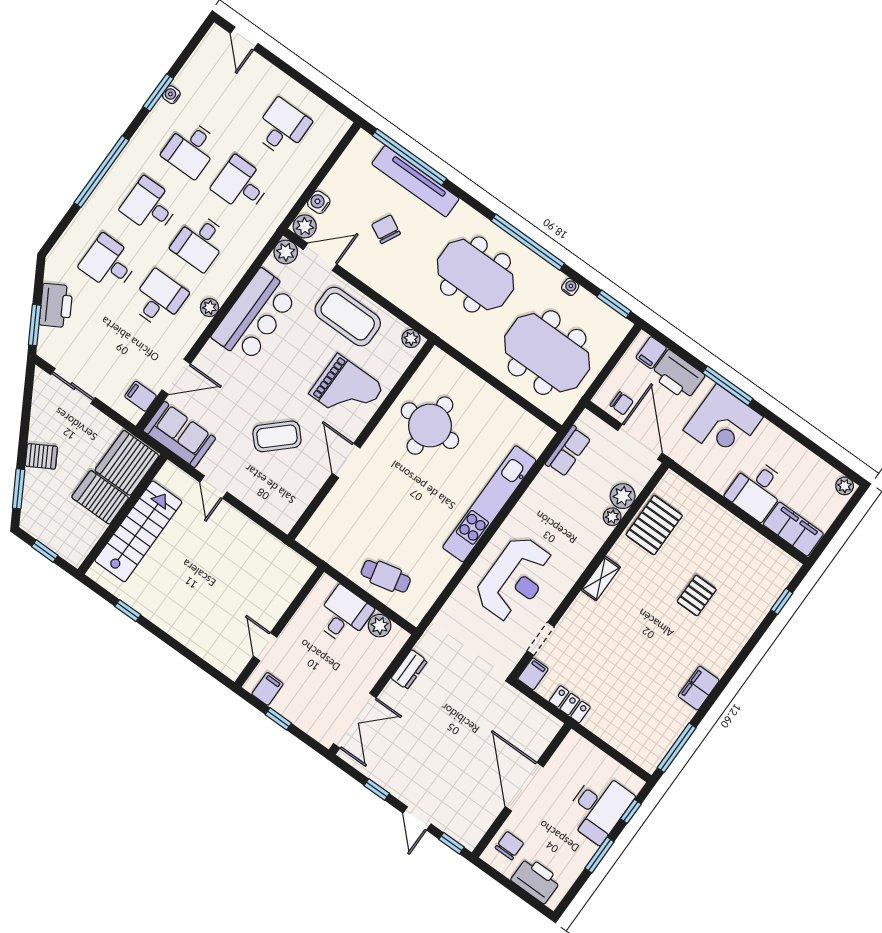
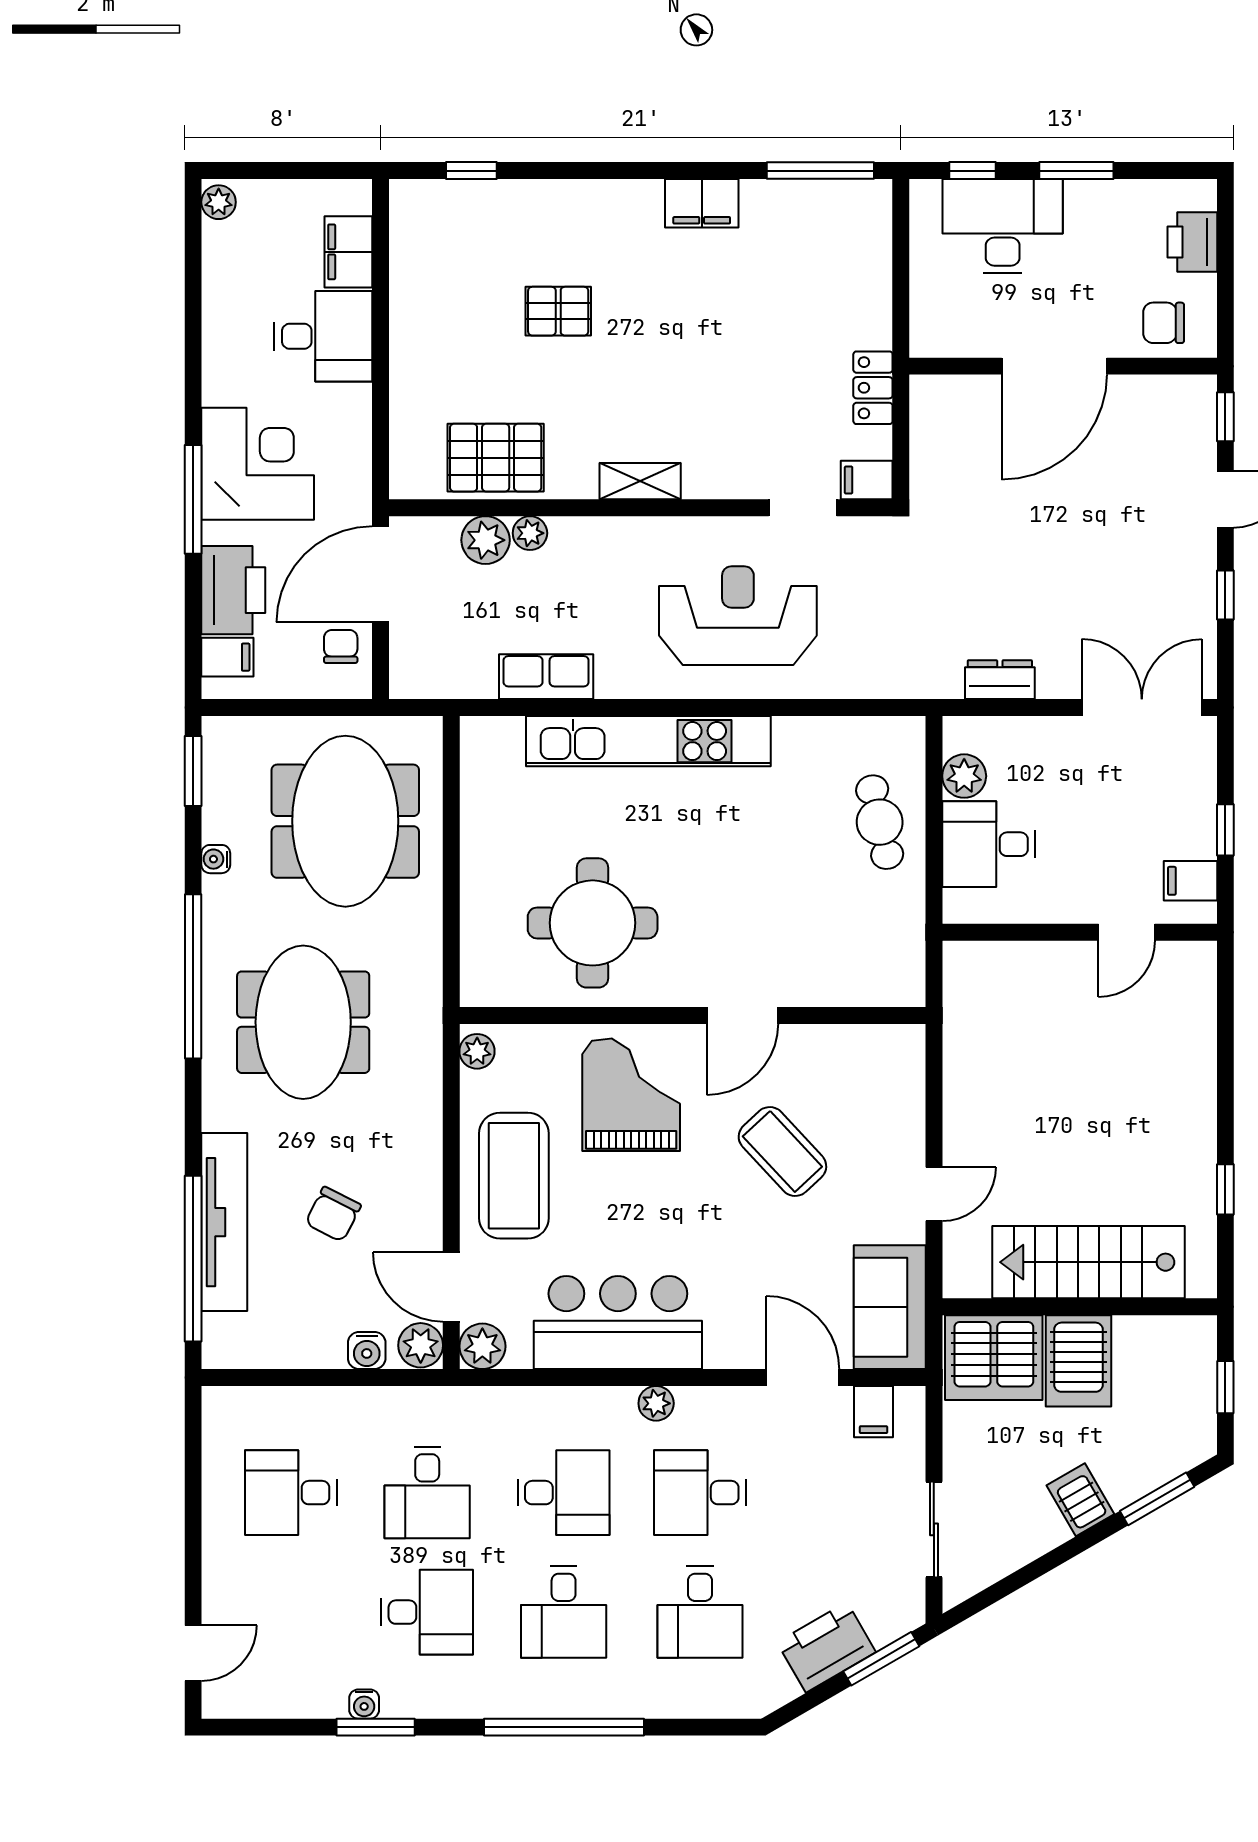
row of seats: (568, 451) -> (546, 677), moved
filing cabinet: (793, 529) -> (348, 252), width x0.67, depth x0.86
printer: (536, 880) -> (1192, 242), width x0.73, depth x0.84

